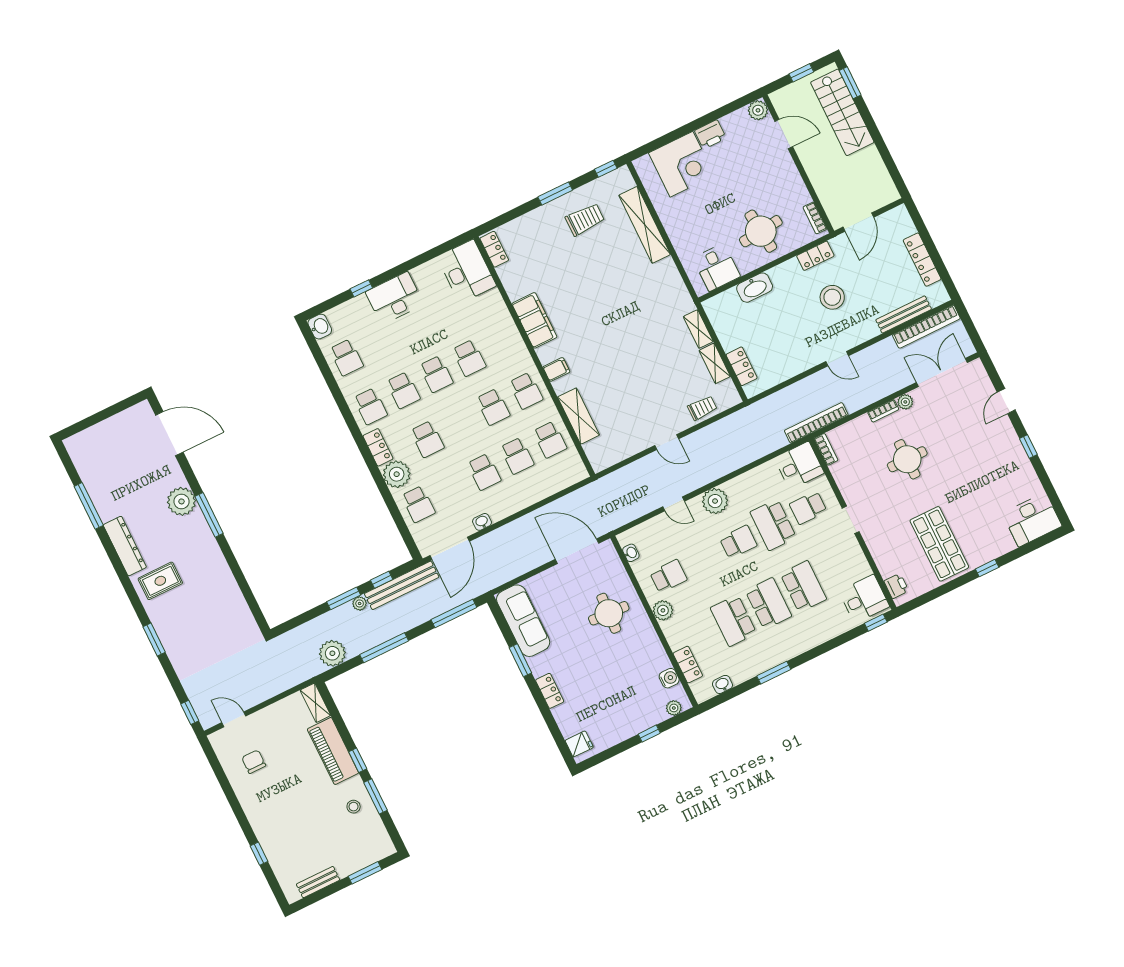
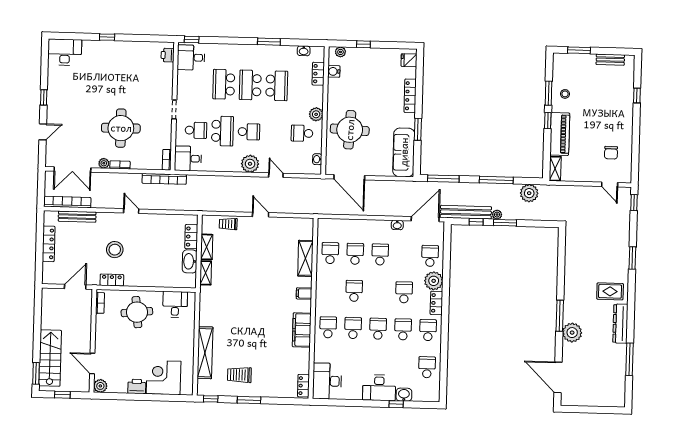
washbasin: (755, 288) -> (190, 261), moved, turned -90
washbasin: (320, 327) -> (404, 395), moved, turned 90
school desk: (526, 391) -> (328, 327), moved
round table: (907, 459) -> (121, 128), width x1.36, depth x1.36
school desk: (738, 542) -> (249, 132), turned 180
shop shelf: (939, 544) -> (128, 67), removed
round table: (609, 613) -> (350, 130), width x1.36, depth x1.36
locker: (550, 691) -> (410, 96), width x1.53

